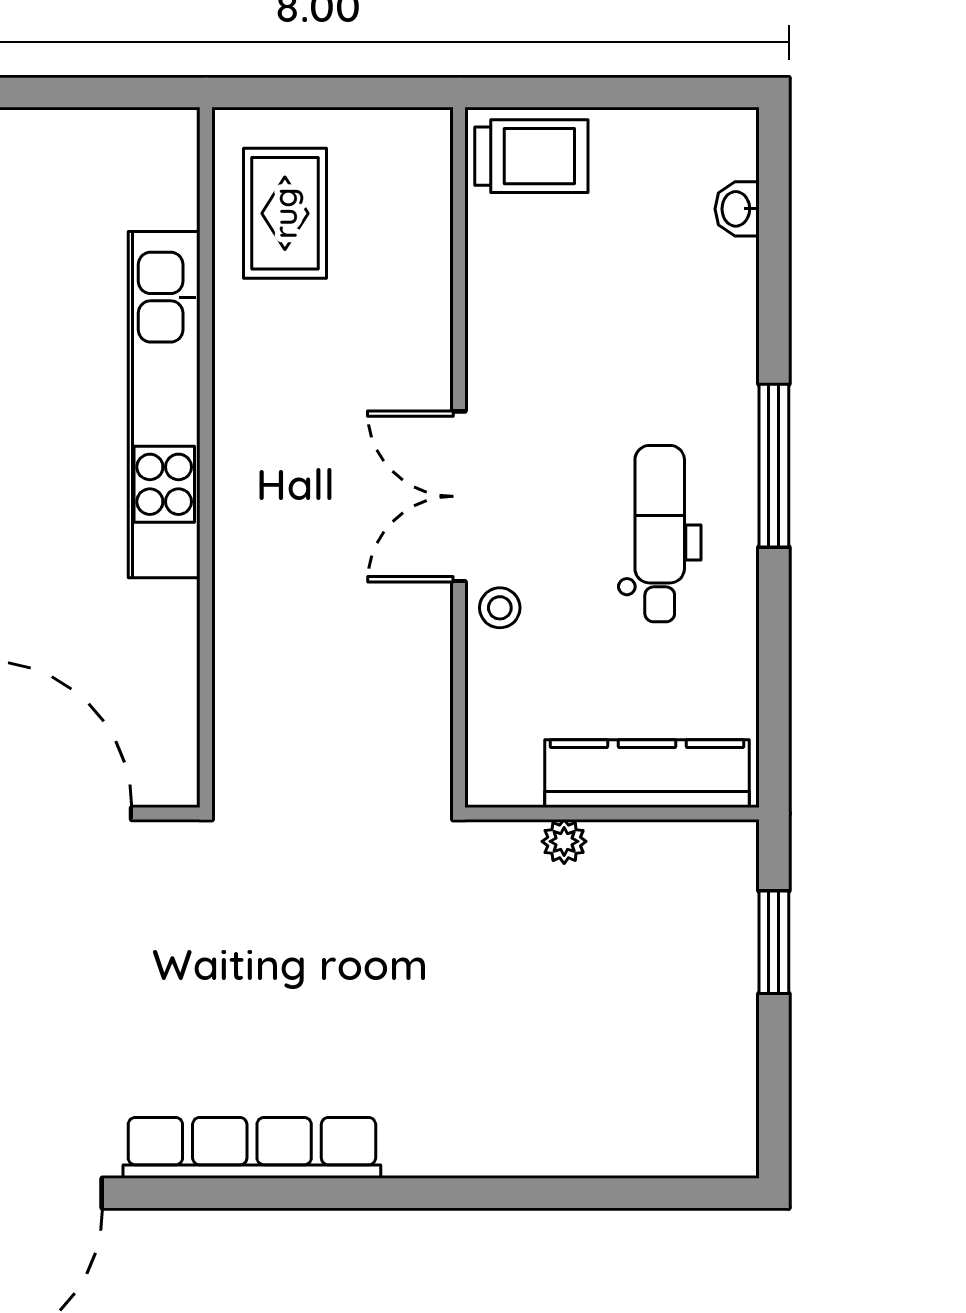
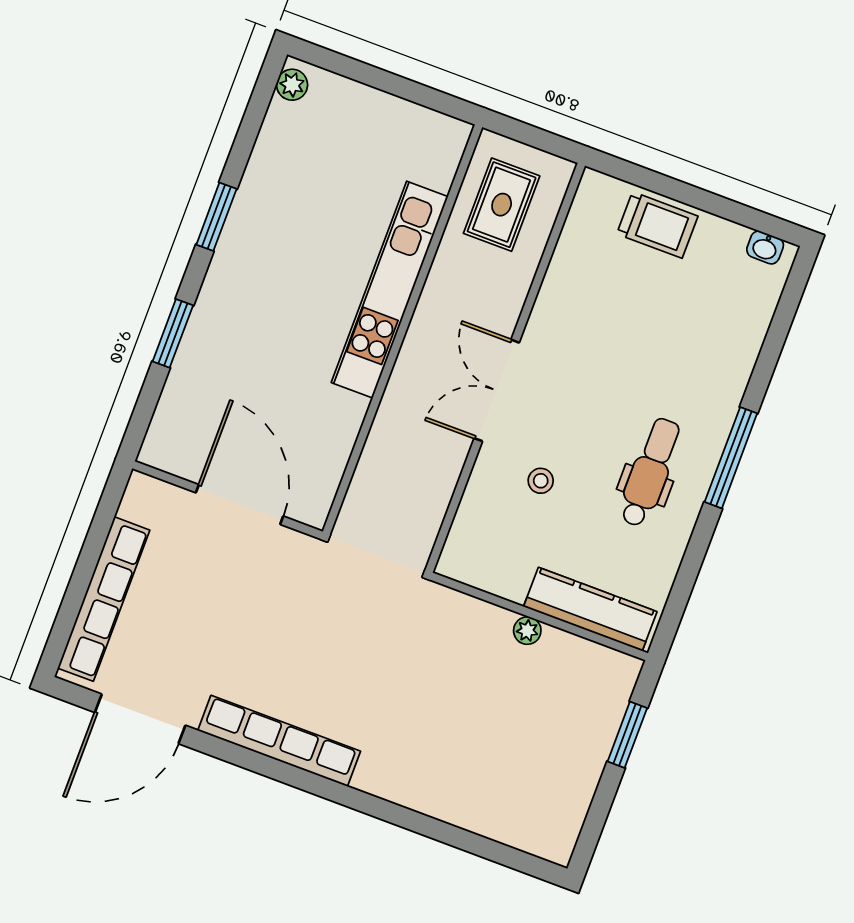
washbasin: (737, 209) -> (765, 247), moved, turned -90
wall: (459, 457) -> (505, 368), moved
double door: (459, 496) -> (497, 390), moved

